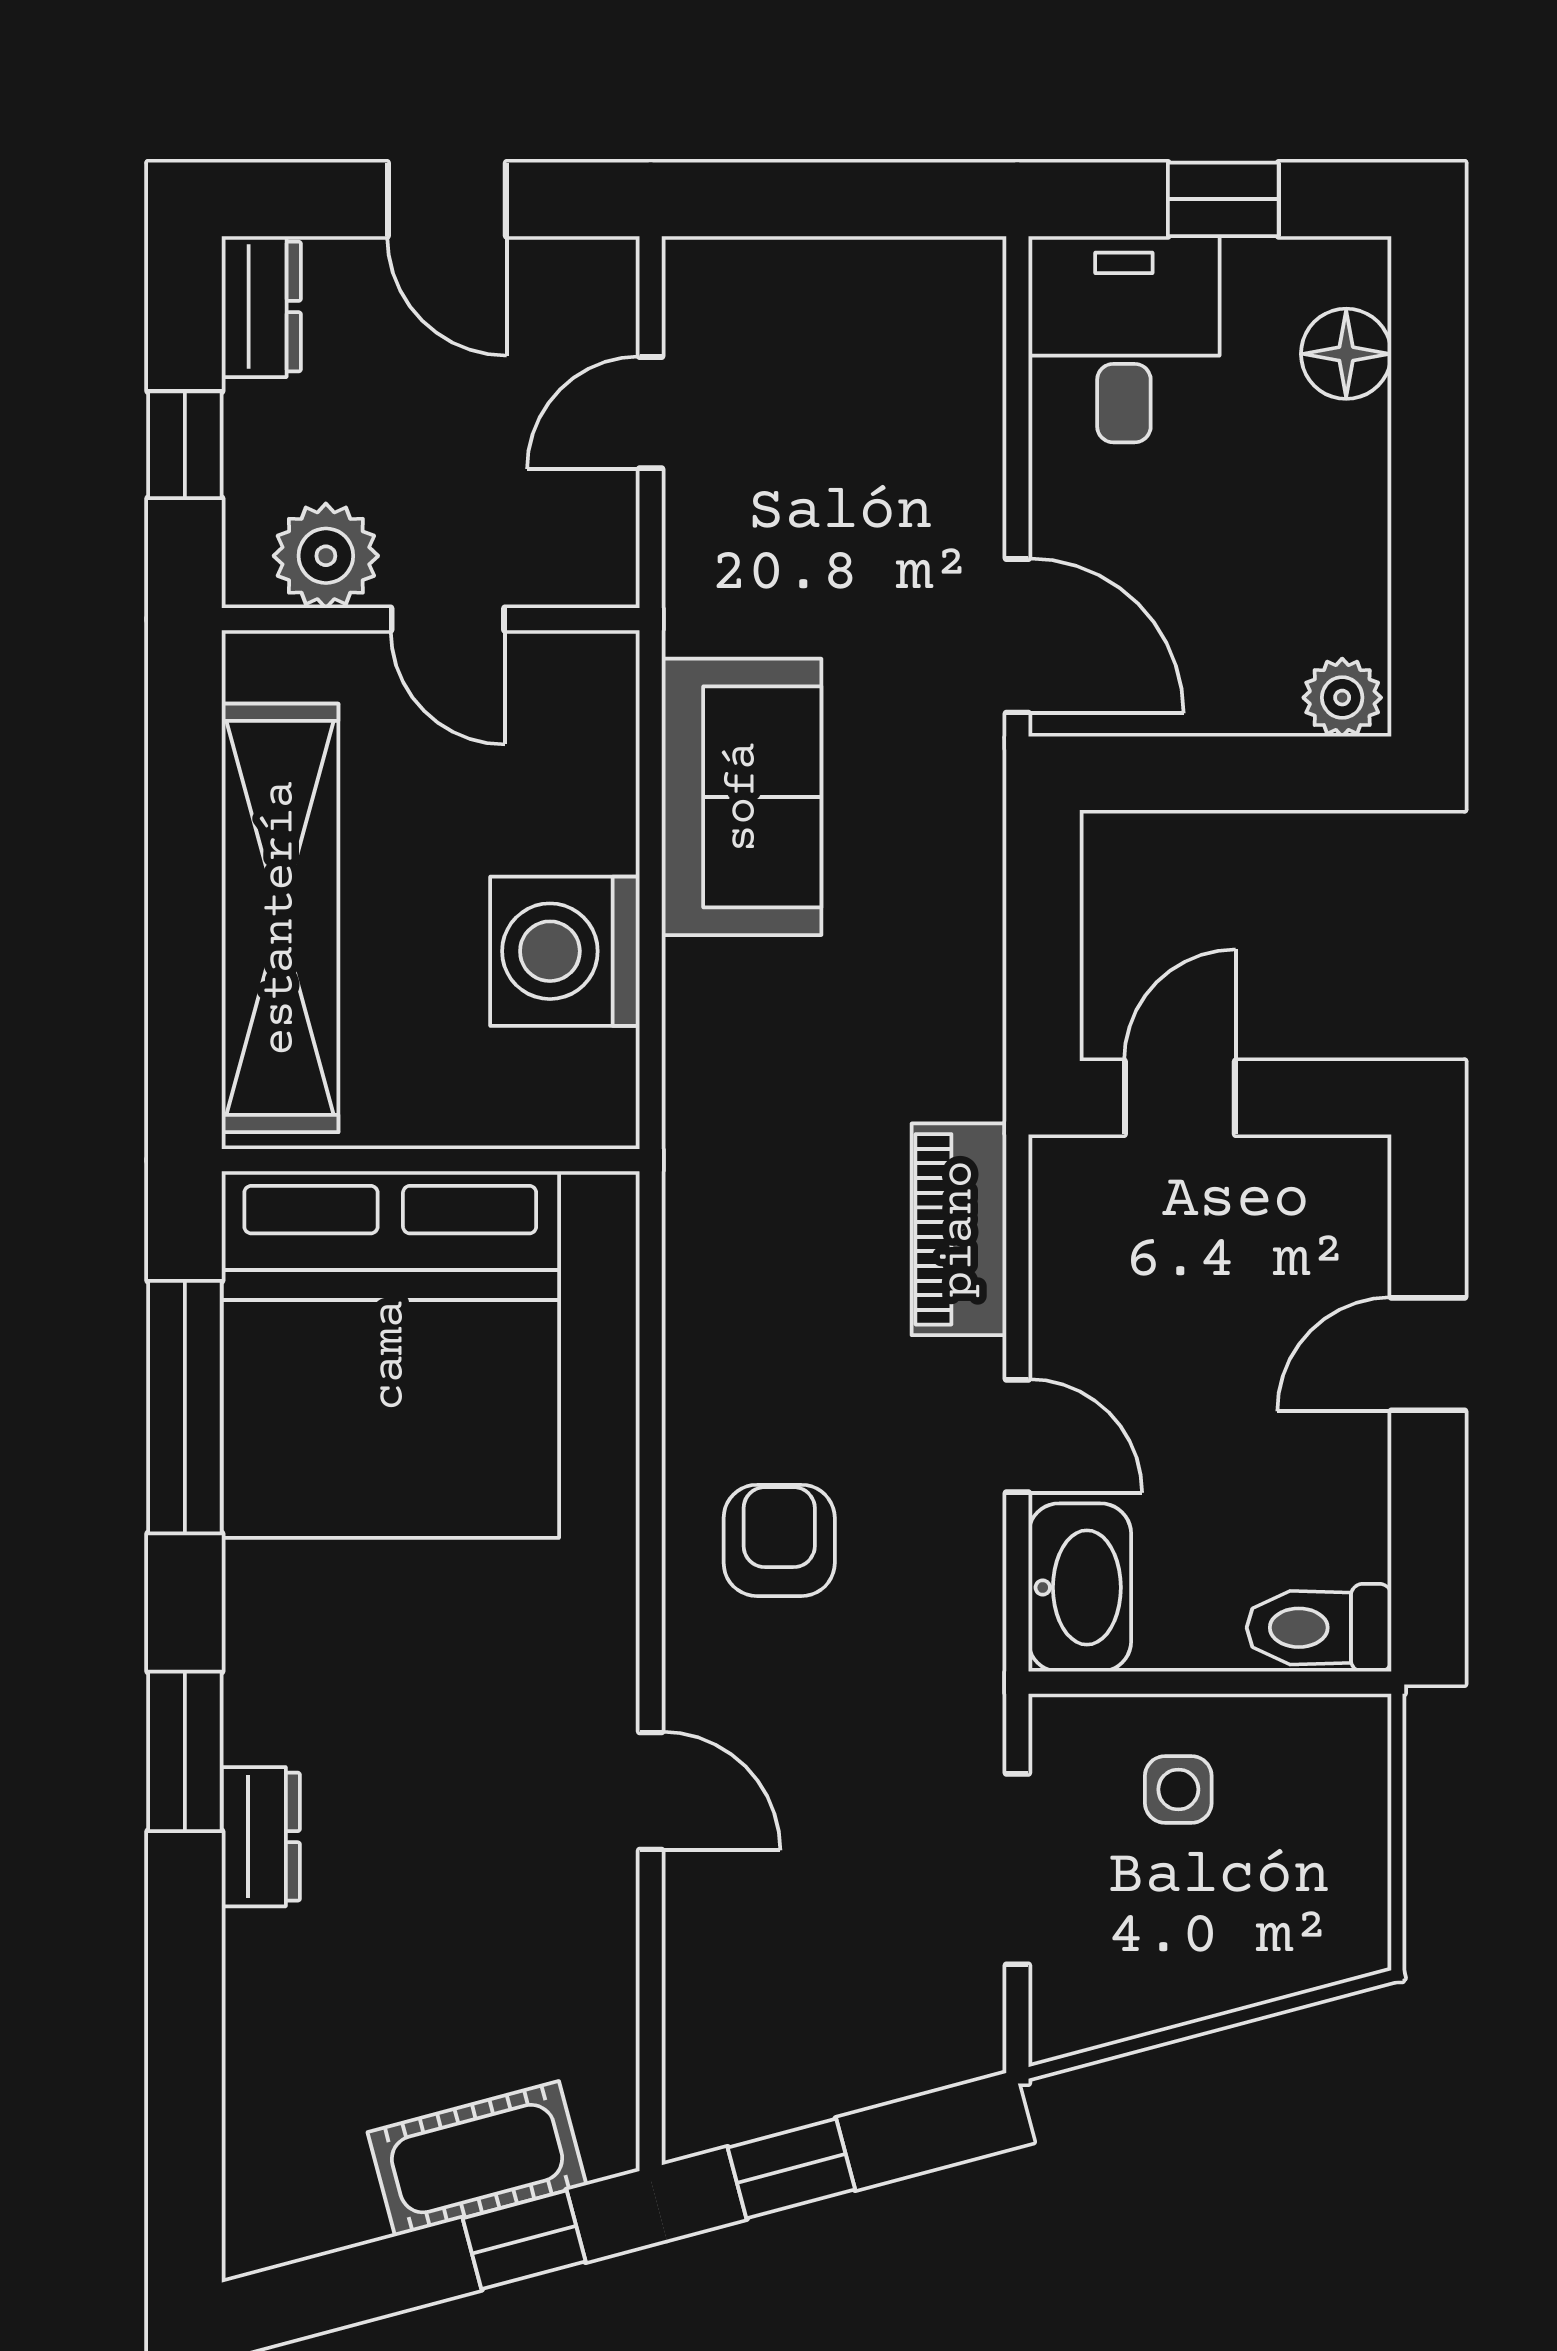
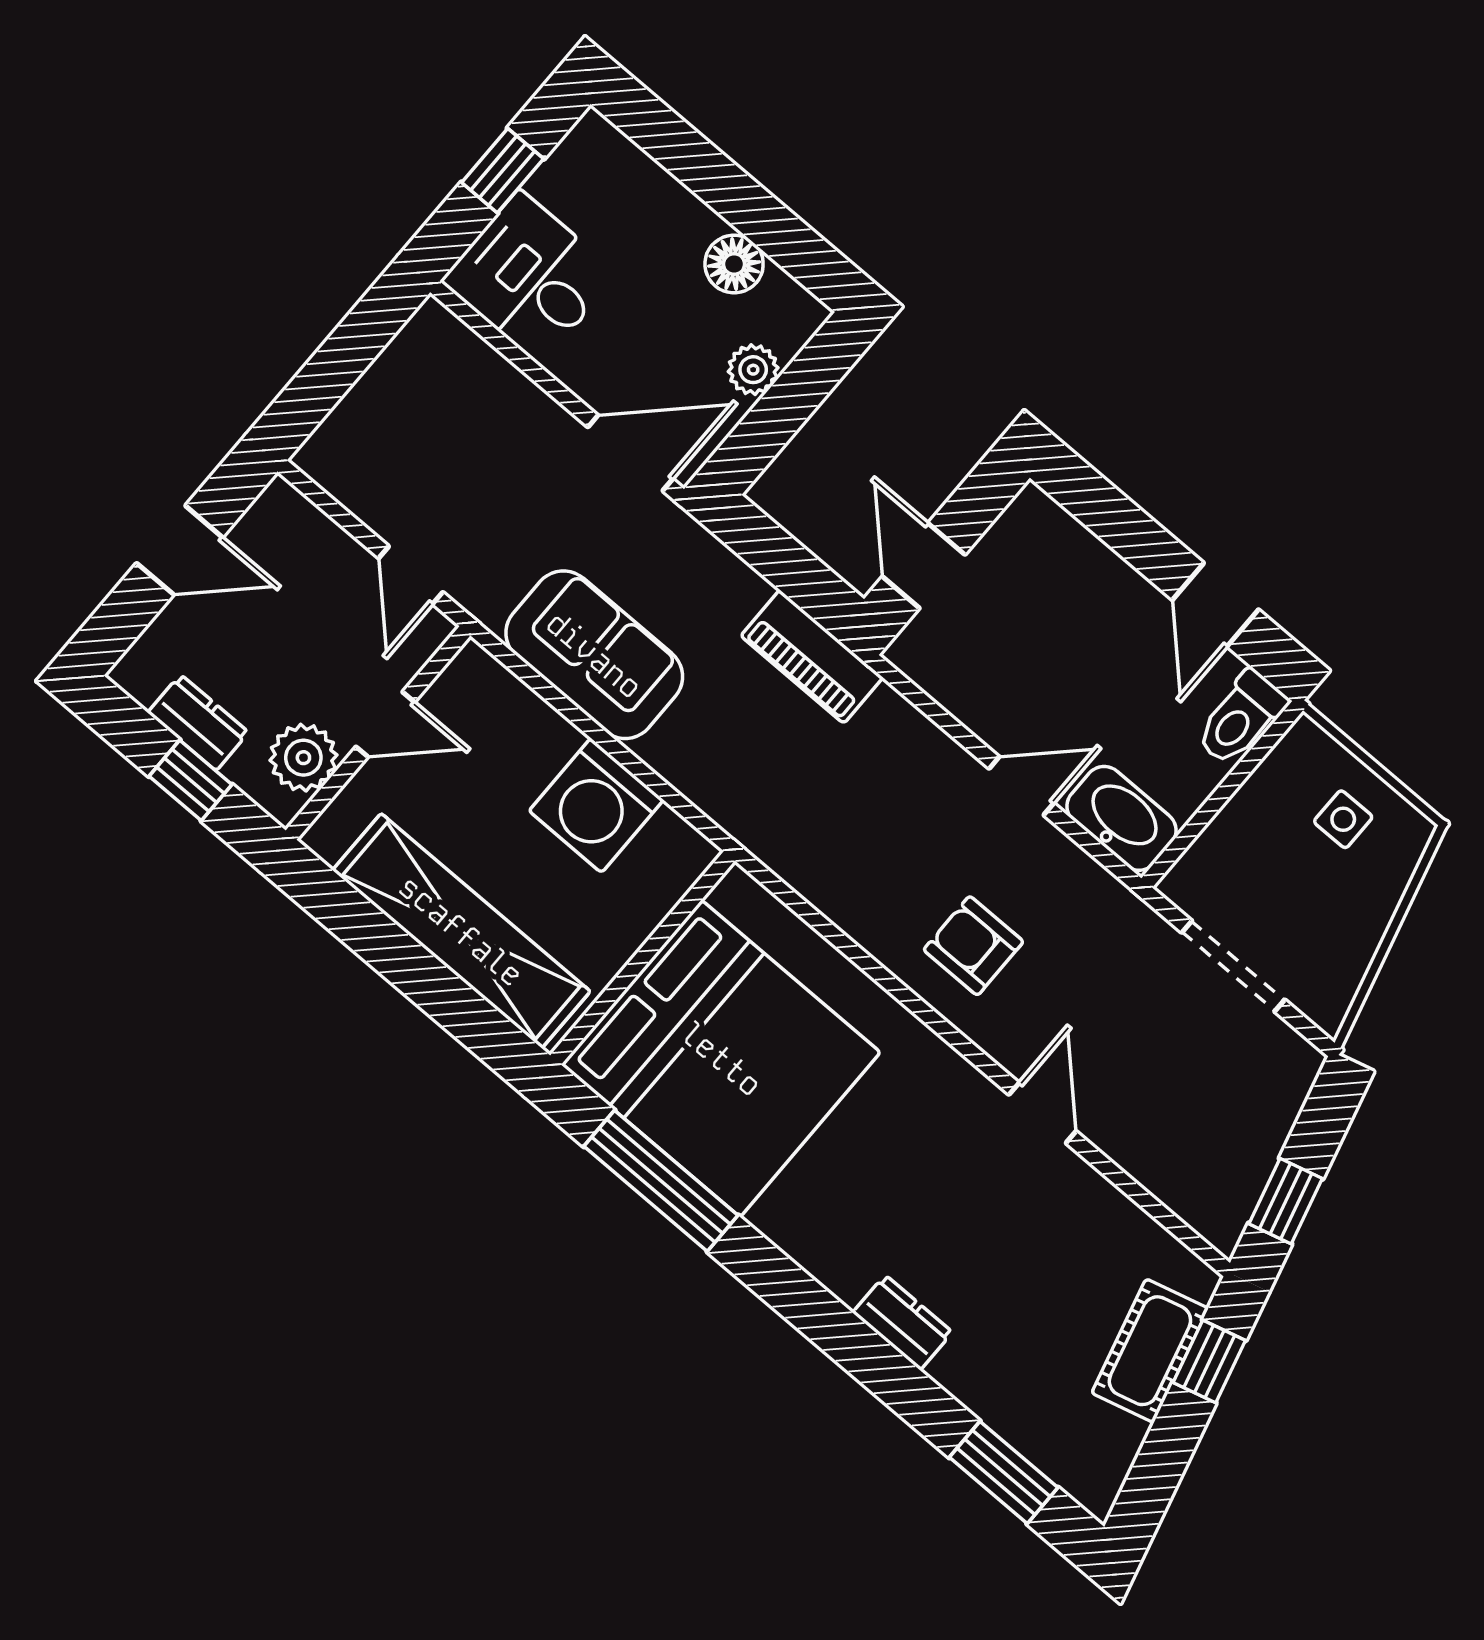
dresser: (261, 307) -> (198, 723), moved
floor lamp: (1346, 354) -> (734, 264), moved
door: (651, 413) -> (411, 575), moved
plant: (1342, 698) -> (753, 370), moved
piano: (959, 1229) -> (812, 657), moved
door: (1428, 1354) -> (1215, 605), moved
window: (185, 1751) -> (1004, 1472), moved
side table: (1178, 1789) -> (1343, 819), moved
door: (651, 1791) -> (1042, 1113), hinge flipped

